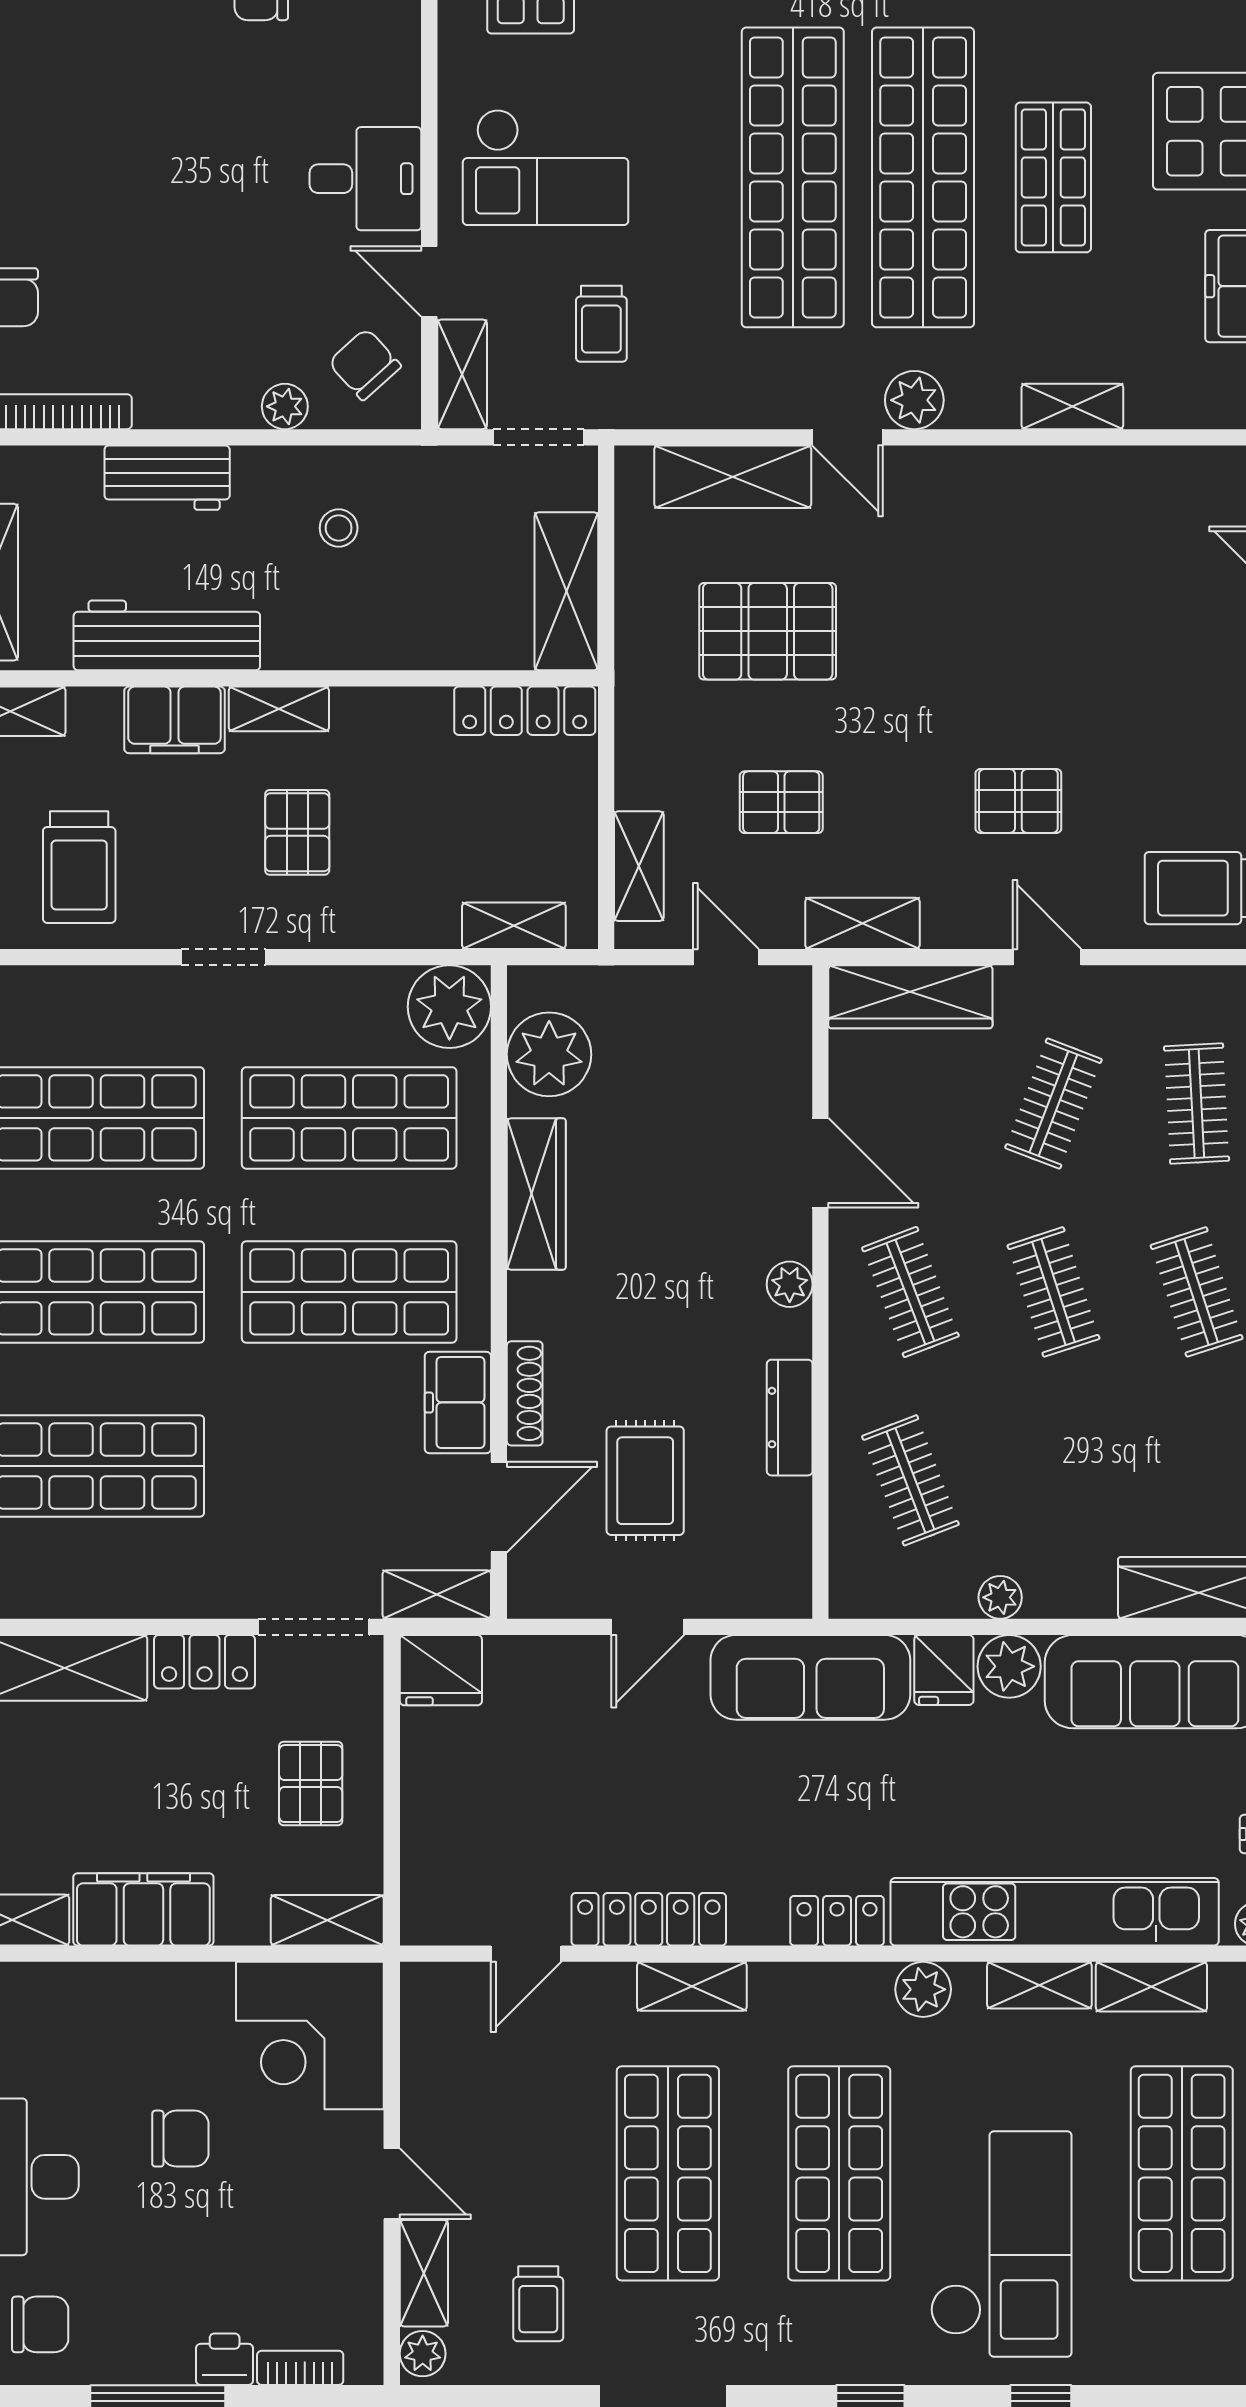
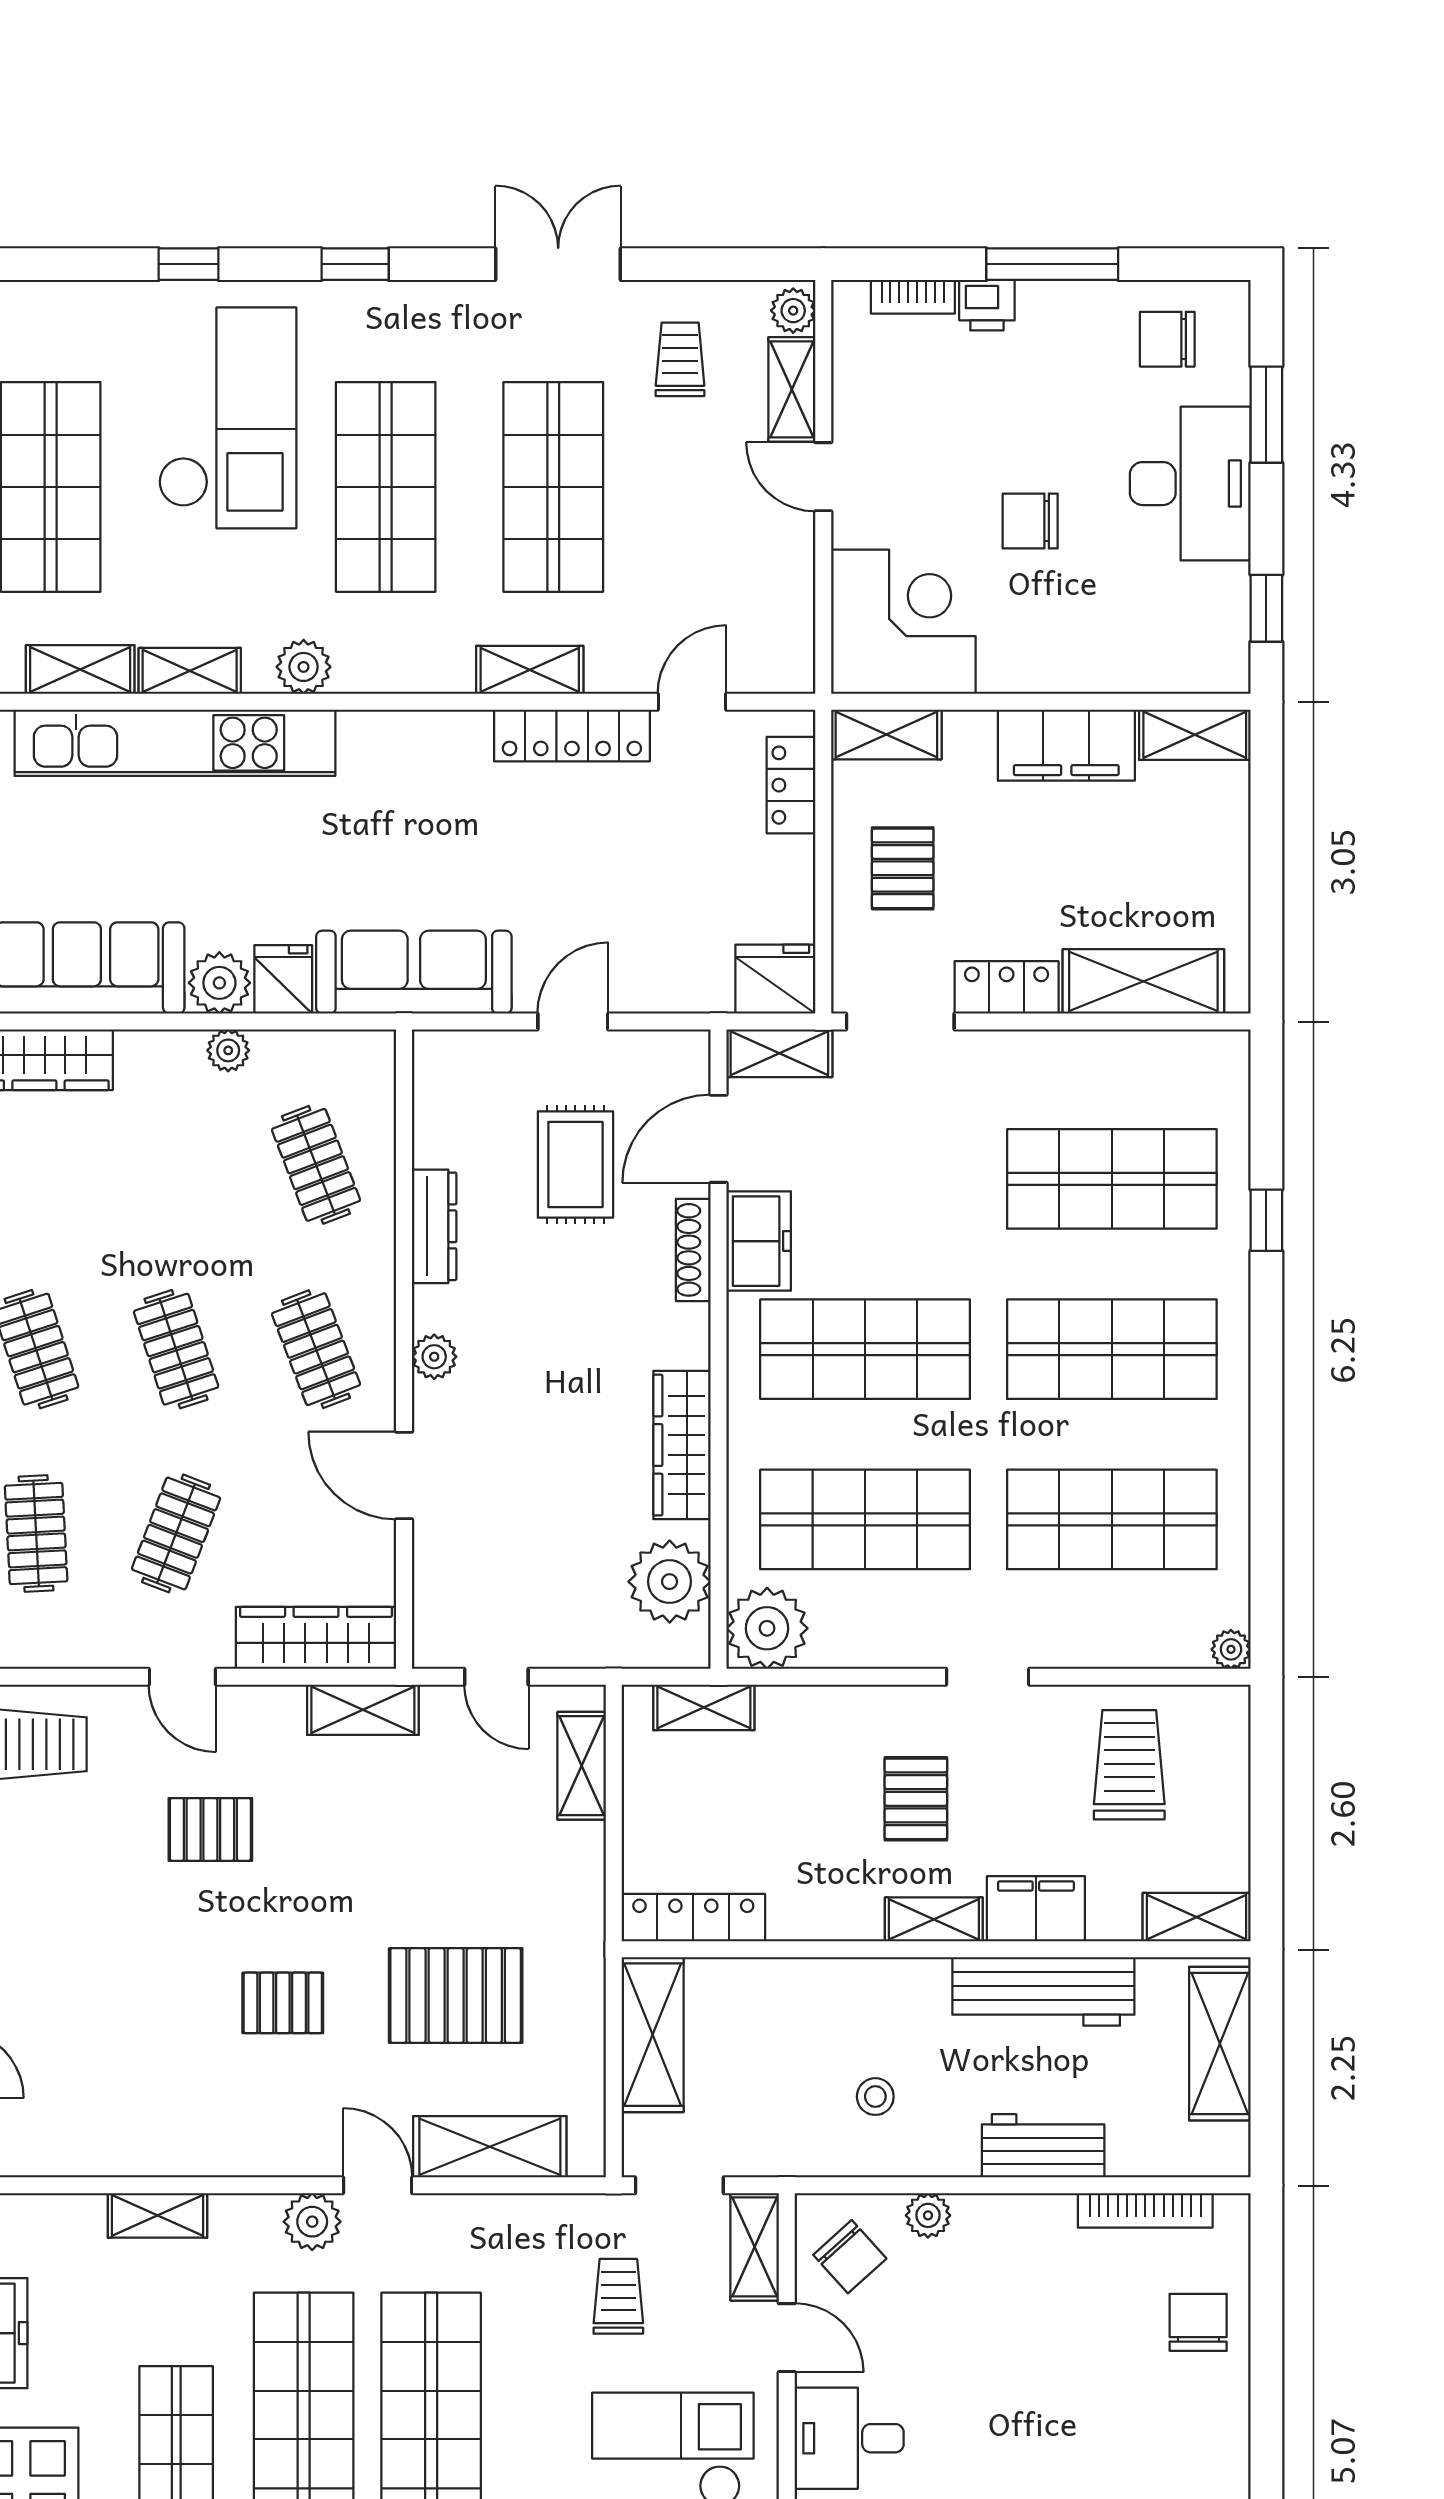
pallet: (781, 802) -> (283, 2003), moved
locker: (837, 1921) -> (791, 785), moved, turned 90
checkout: (1001, 2244) -> (227, 418), turned 180

